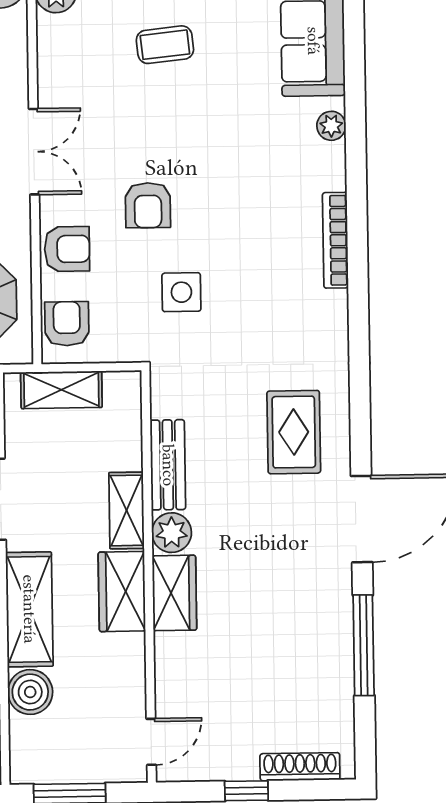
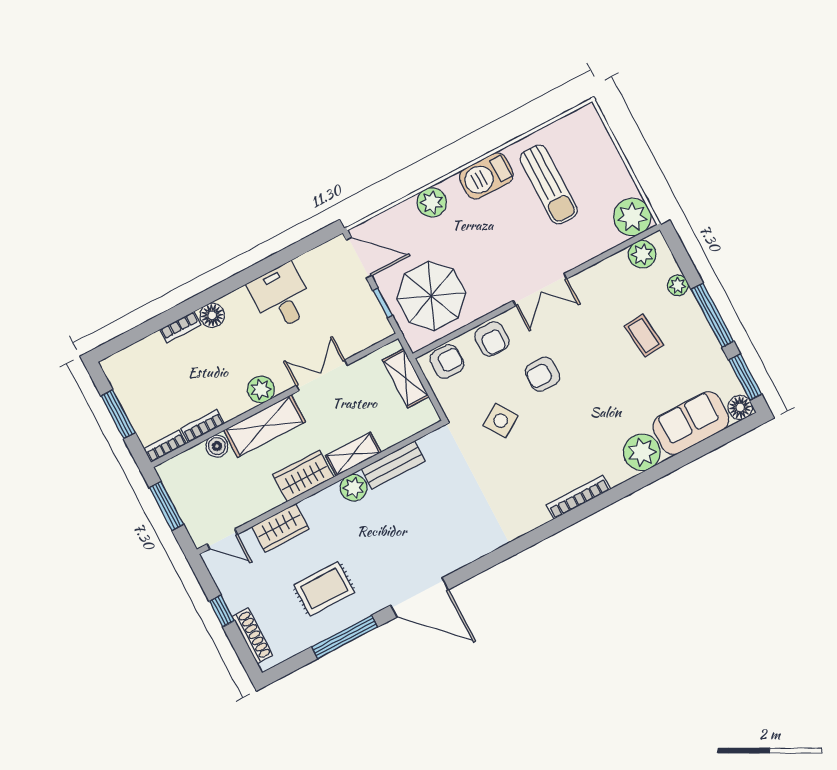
plant: (331, 126) -> (642, 452), width x1.88, depth x1.88
side table: (181, 292) -> (501, 421), turned -33
rug: (294, 432) -> (324, 589), moved
wardrobe: (174, 593) -> (280, 528), moved
boiler: (30, 692) -> (217, 446), width x0.73, depth x0.73

